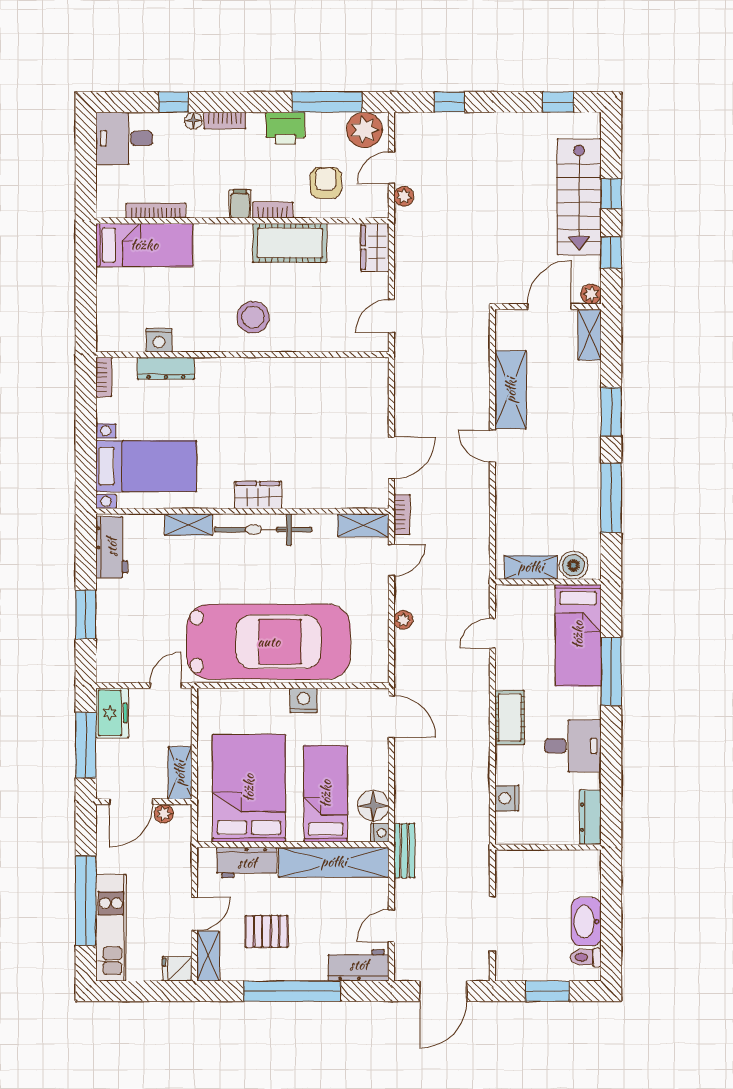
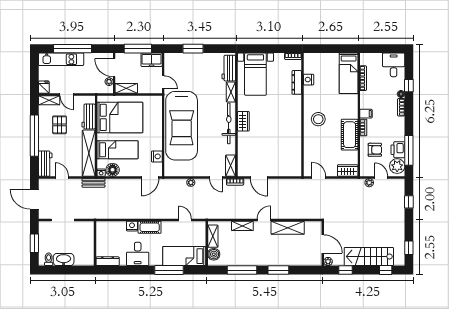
printer: (285, 128) -> (398, 150), moved
window: (611, 194) -> (386, 270), moved
shelving: (590, 335) -> (242, 226), moved
workbench: (112, 547) -> (229, 68), moved, turned 90
nightstand: (304, 700) -> (157, 156), moved
nightstand: (507, 798) -> (132, 226), moved

